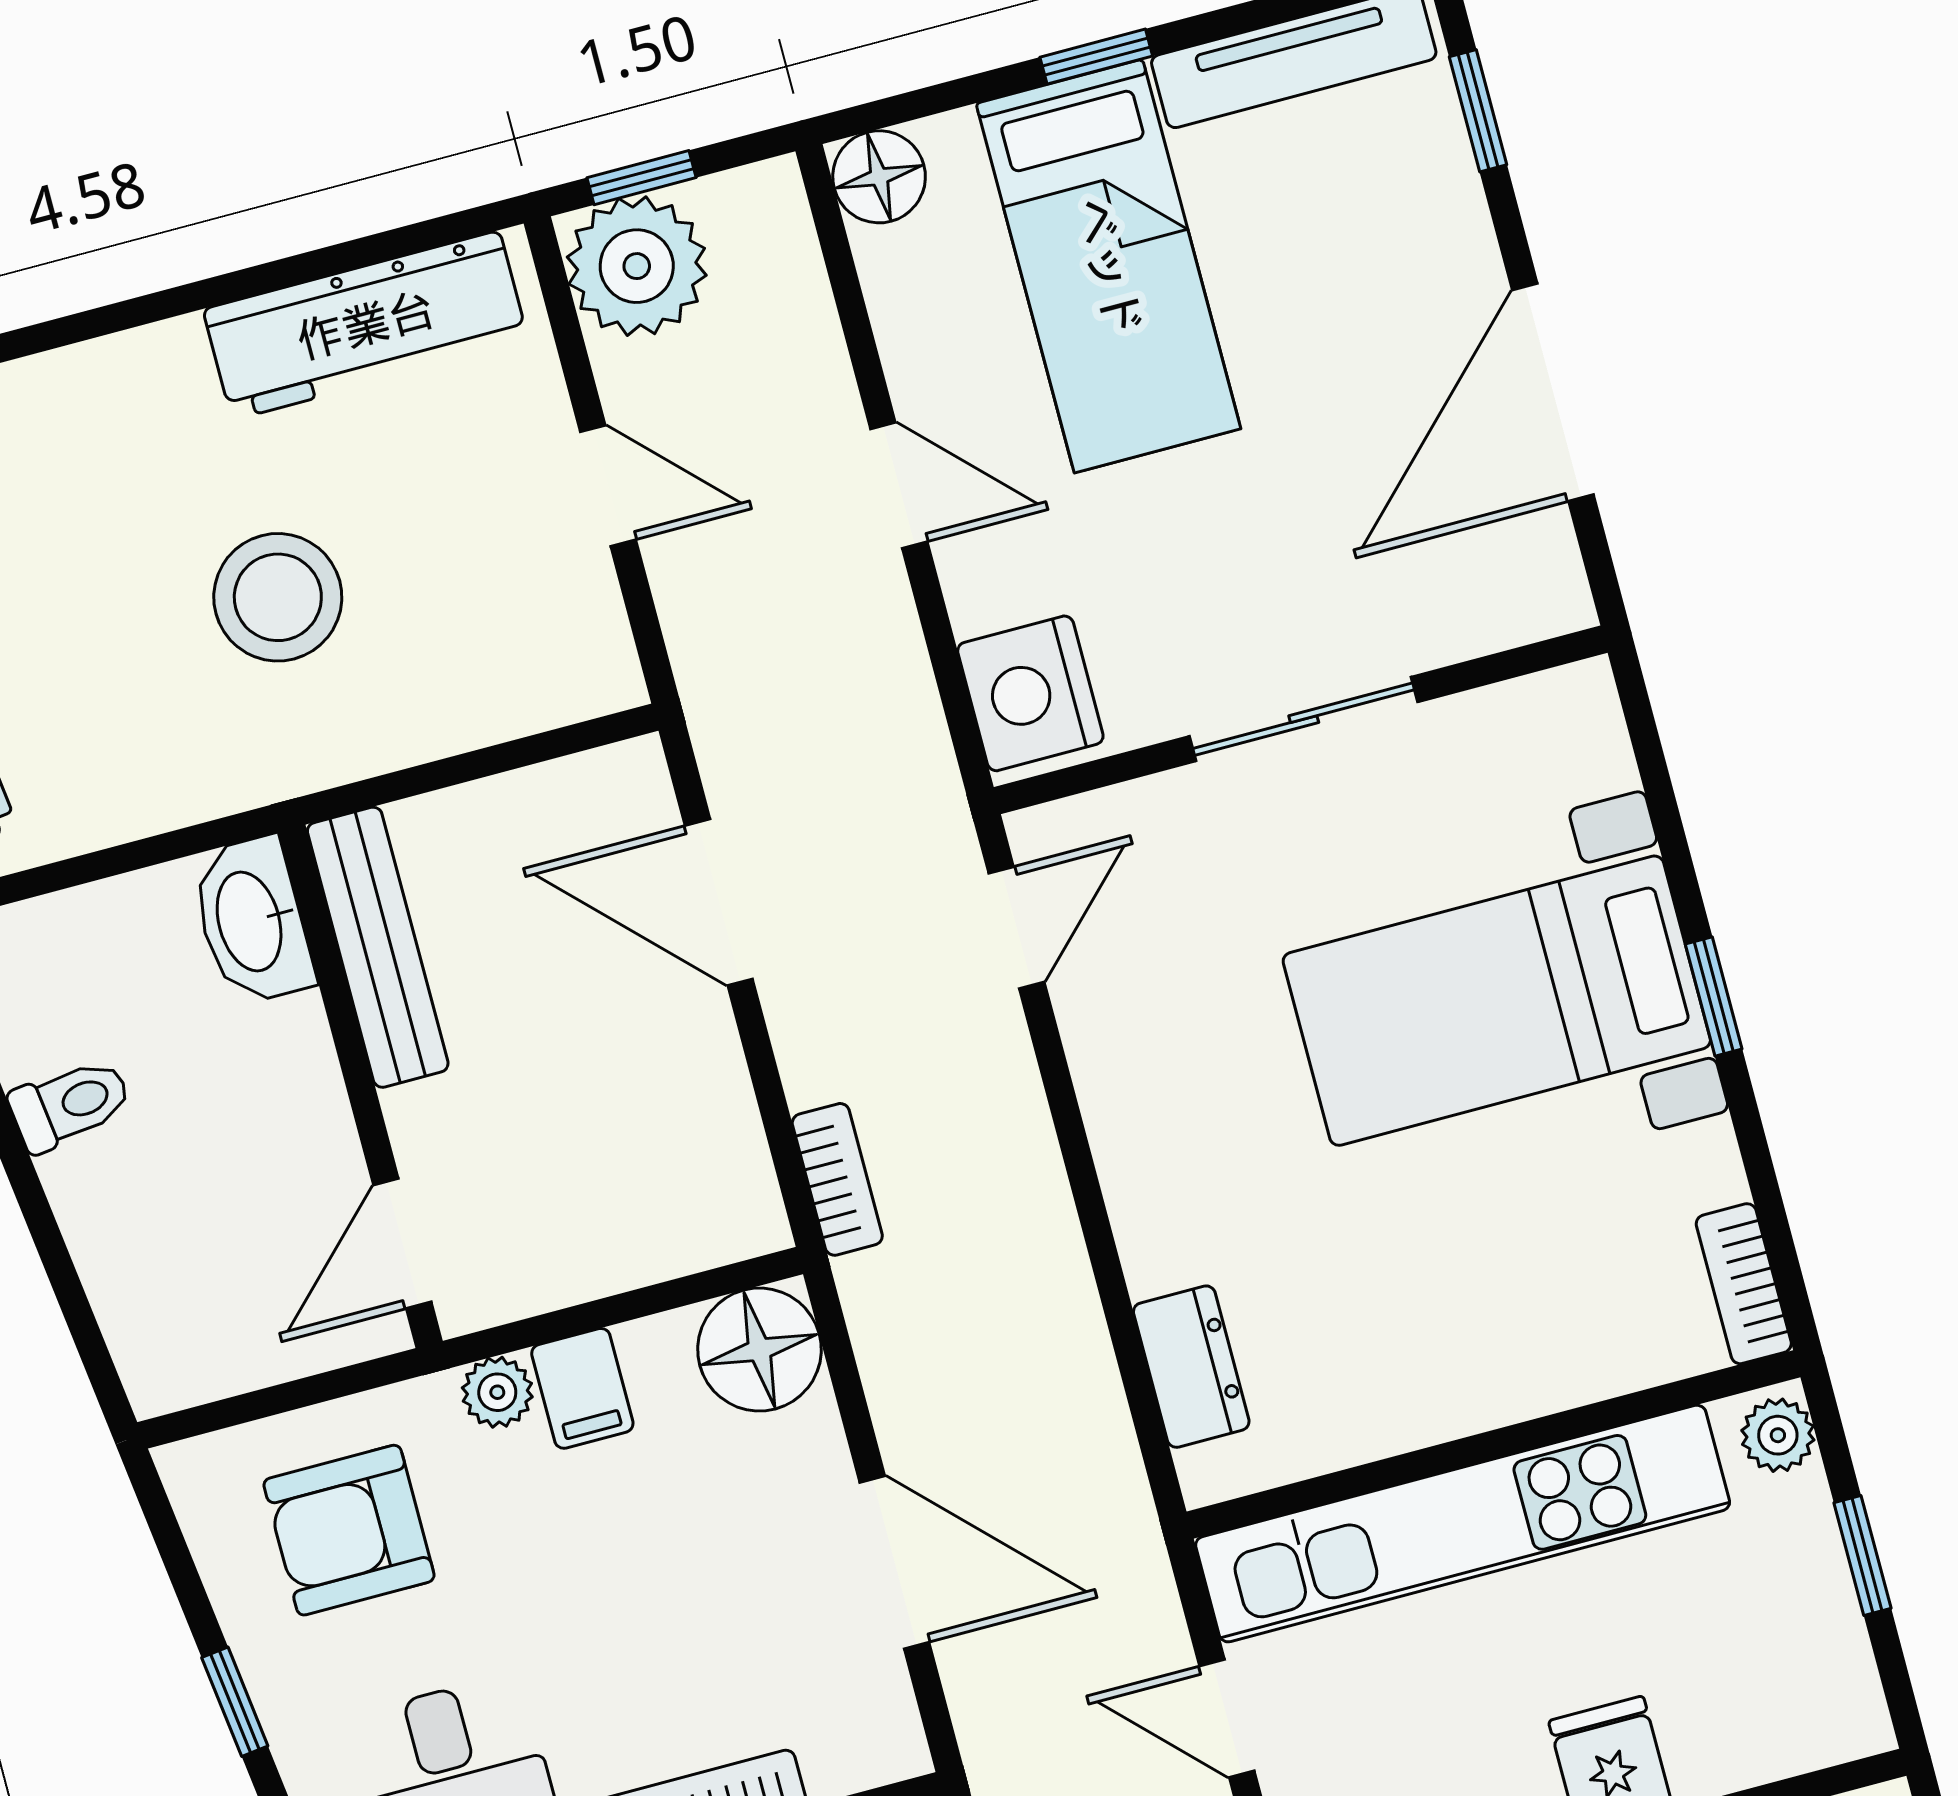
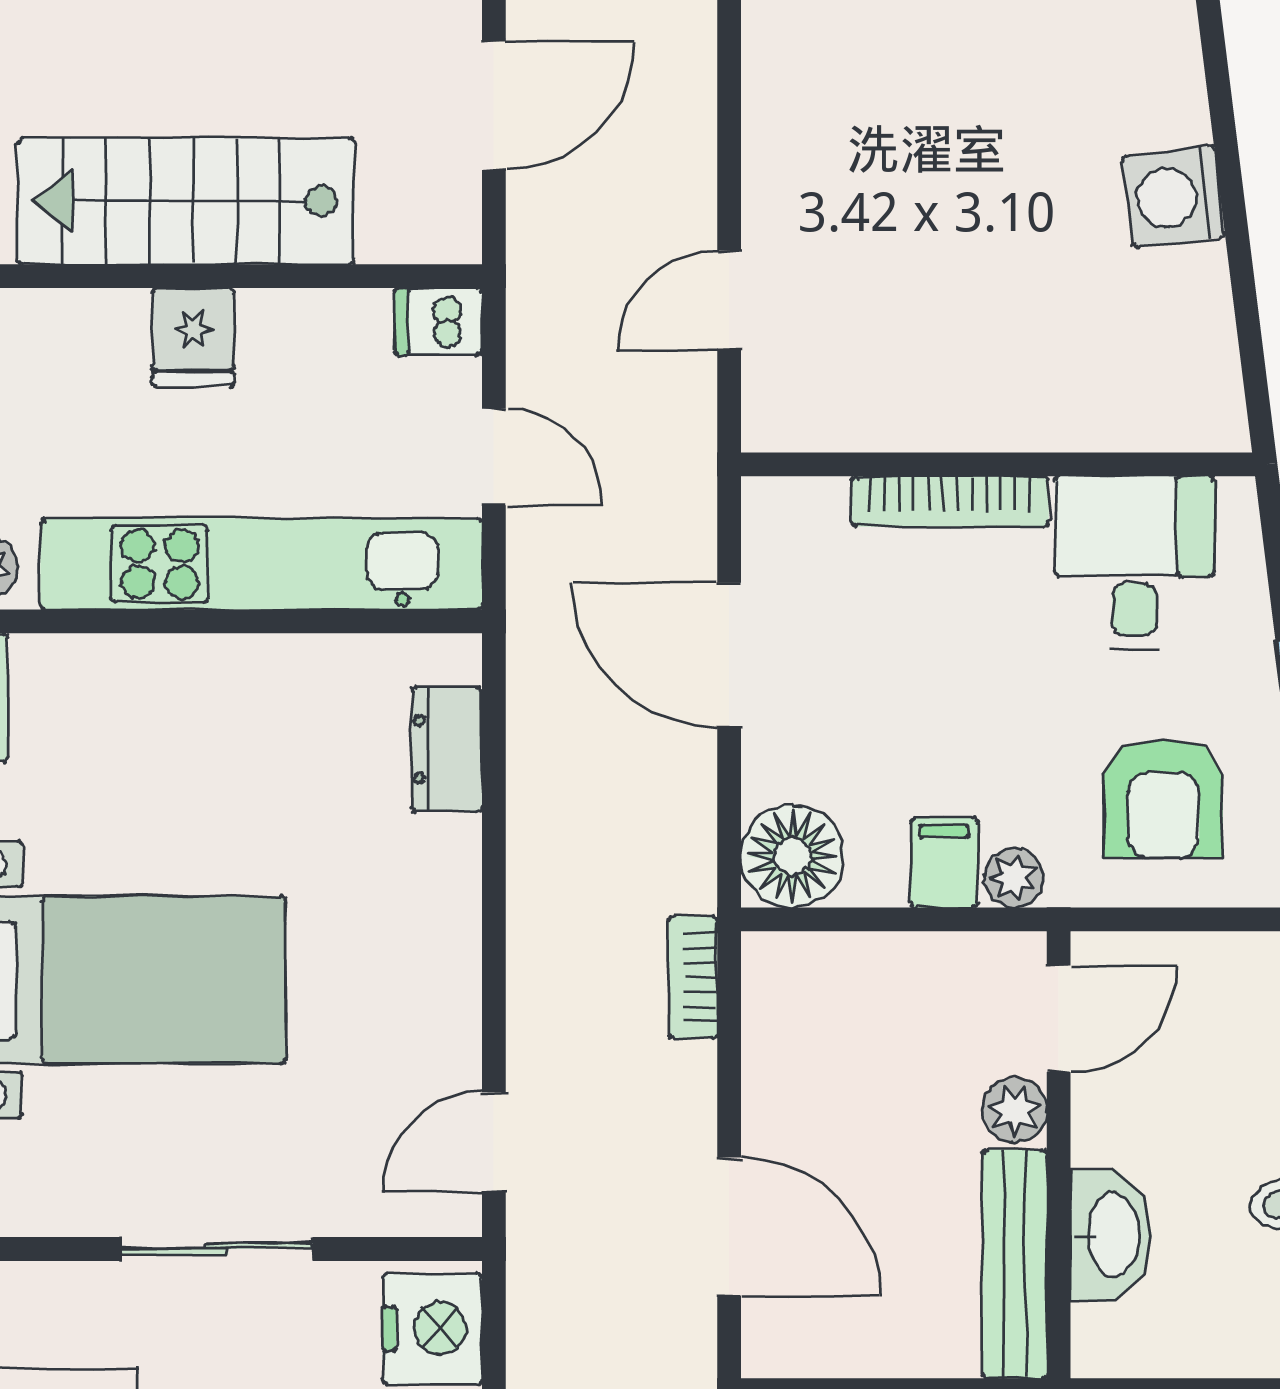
washbasin: (252, 921) -> (1111, 1235), moved
plant: (425, 1124) -> (1014, 1110), added
armchair: (349, 1530) -> (1163, 798), turned 90

